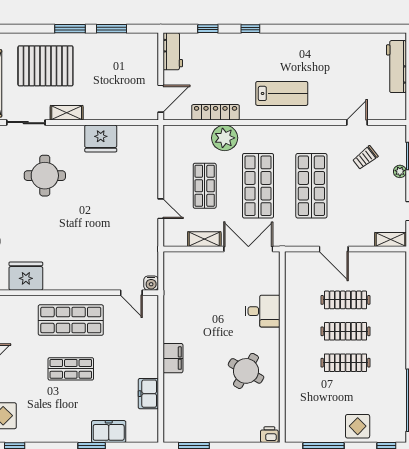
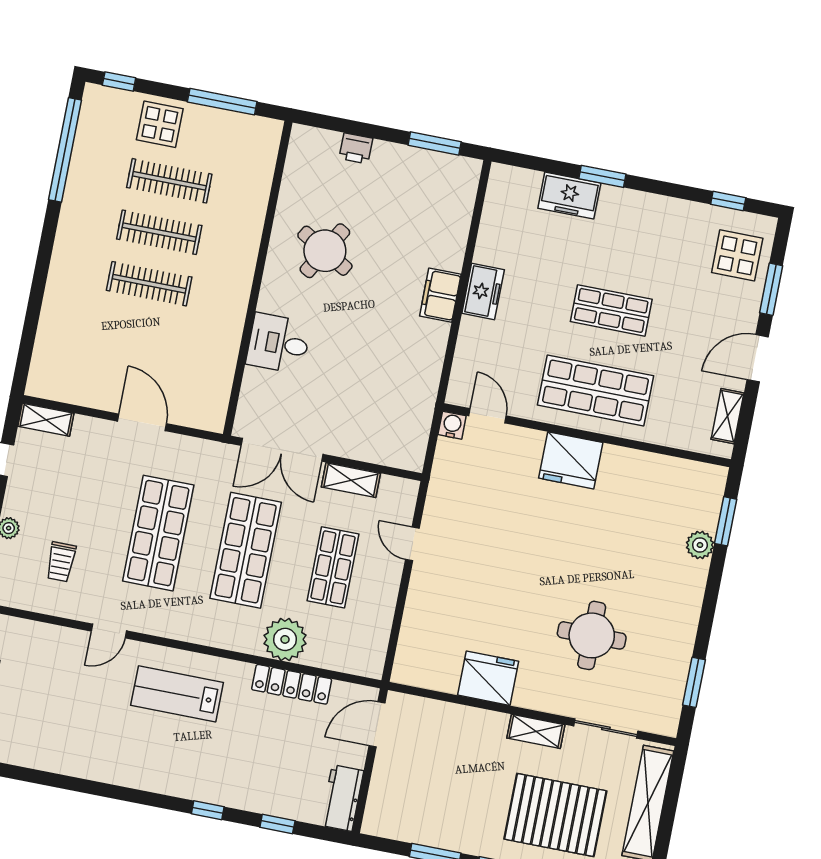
door: (357, 123) -> (109, 631), moved
trolley: (365, 158) -> (61, 562), turned 128
fridge: (26, 276) -> (571, 460), moved
clothes rail: (345, 300) -> (169, 181), moved
freezer: (148, 394) -> (483, 291), moved
printer: (269, 435) -> (356, 148), moved

